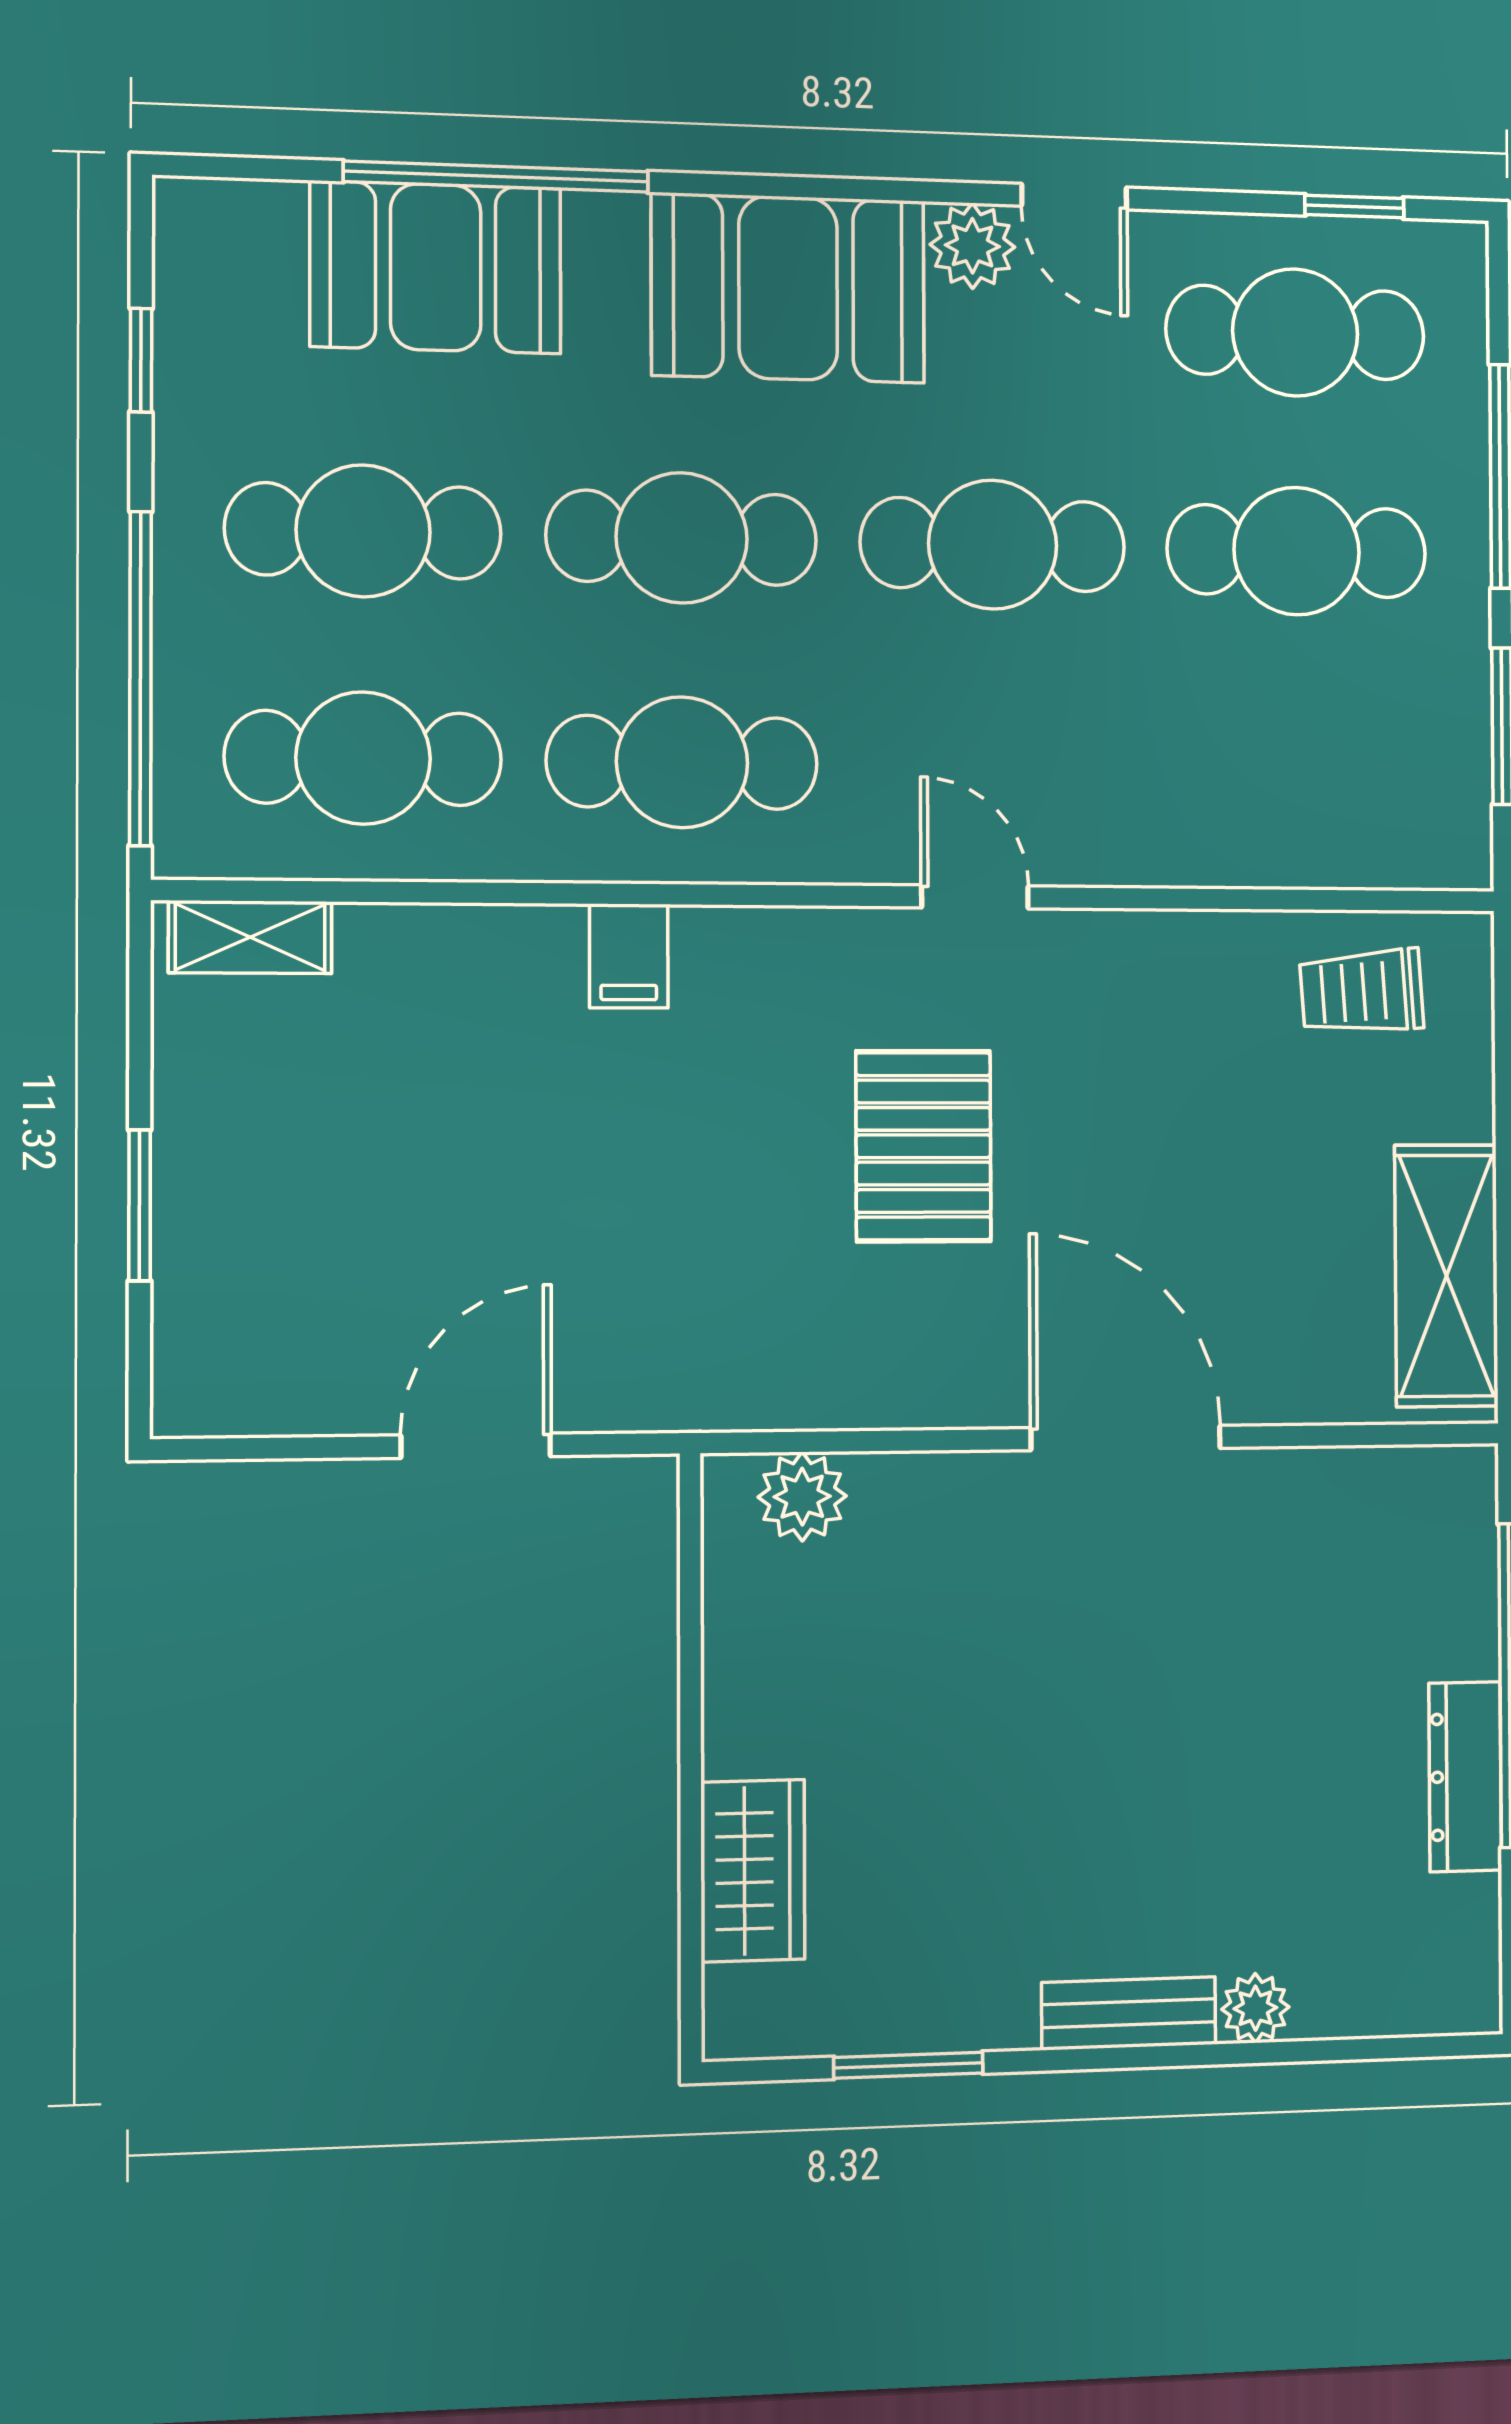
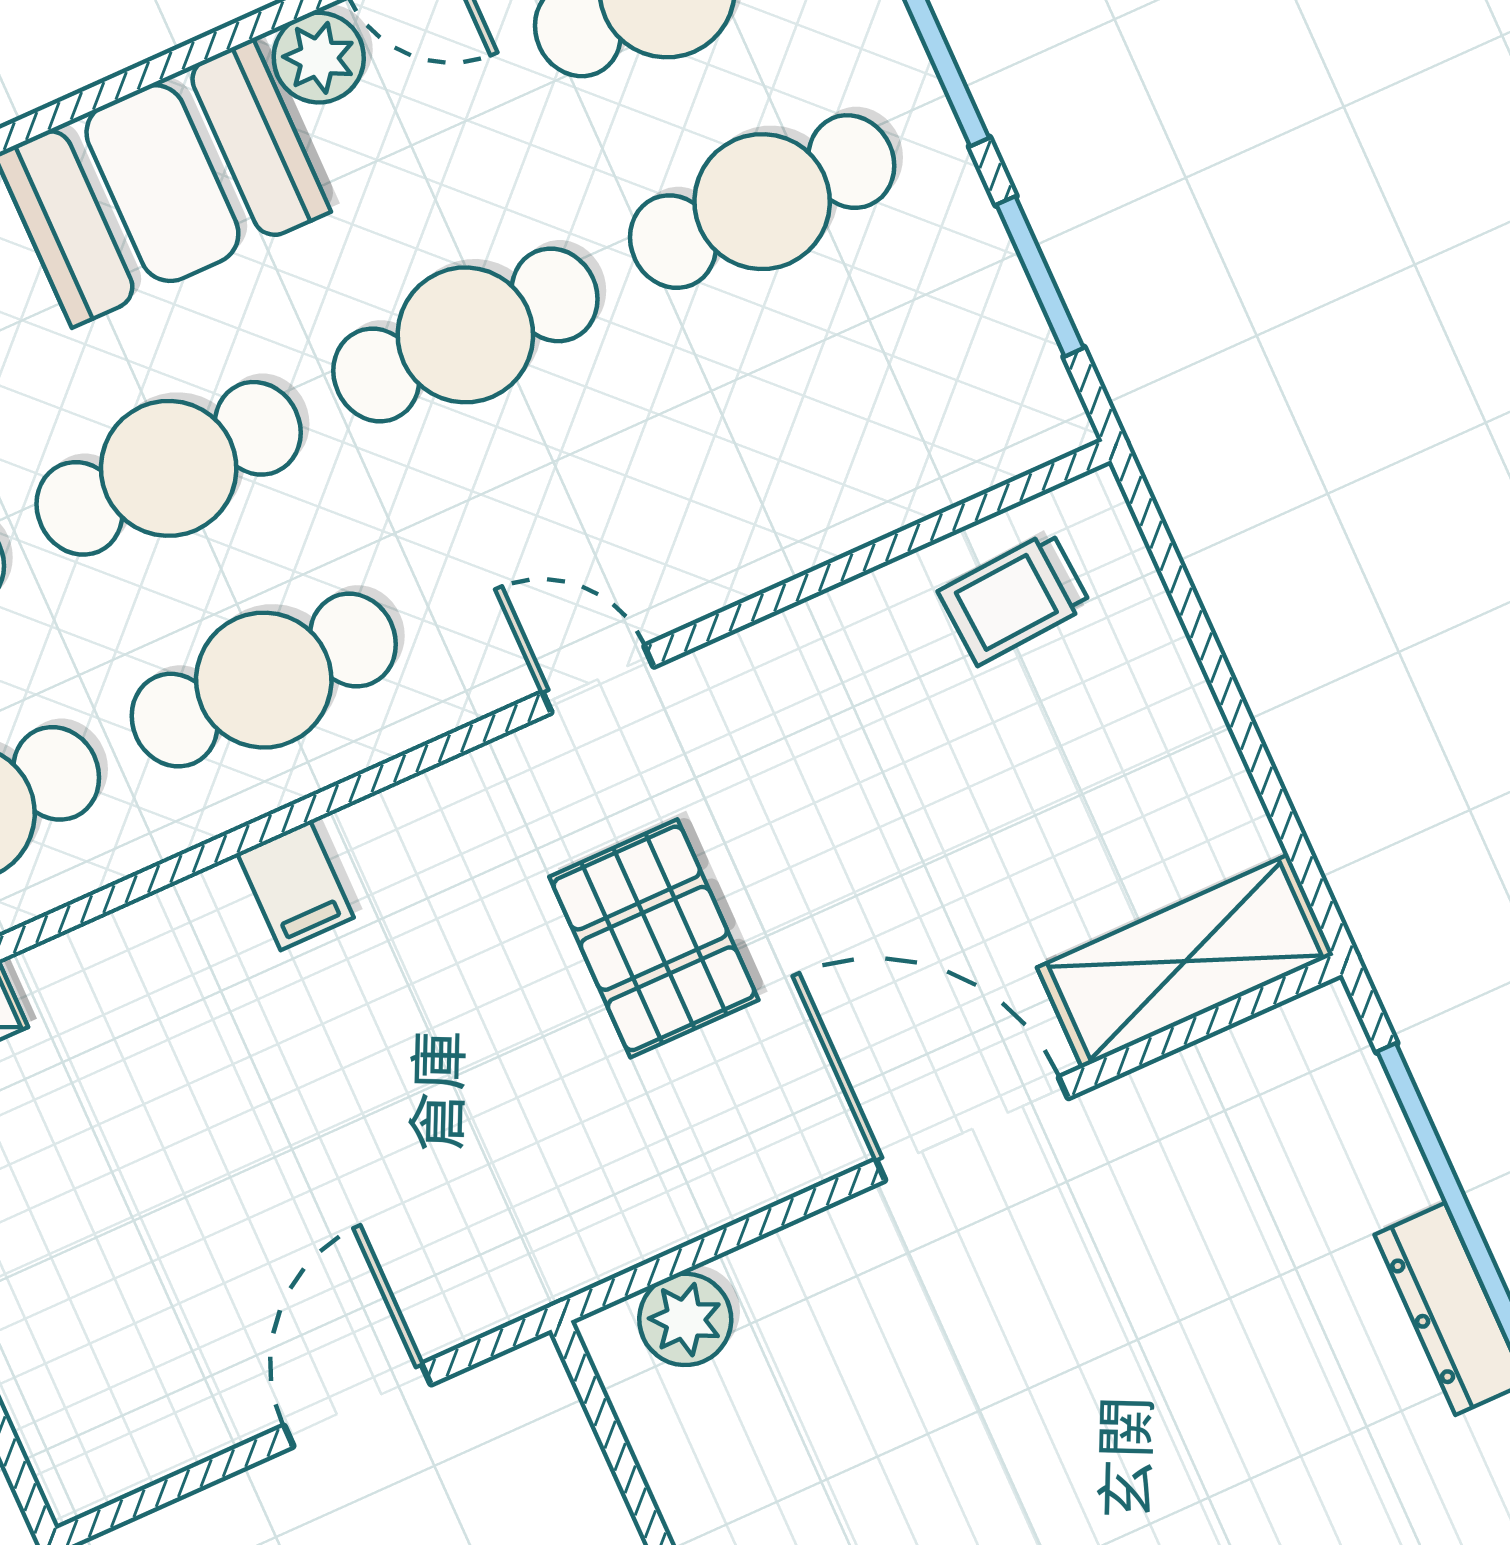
shelving: (1446, 1276) -> (1185, 961), moved, turned 90

